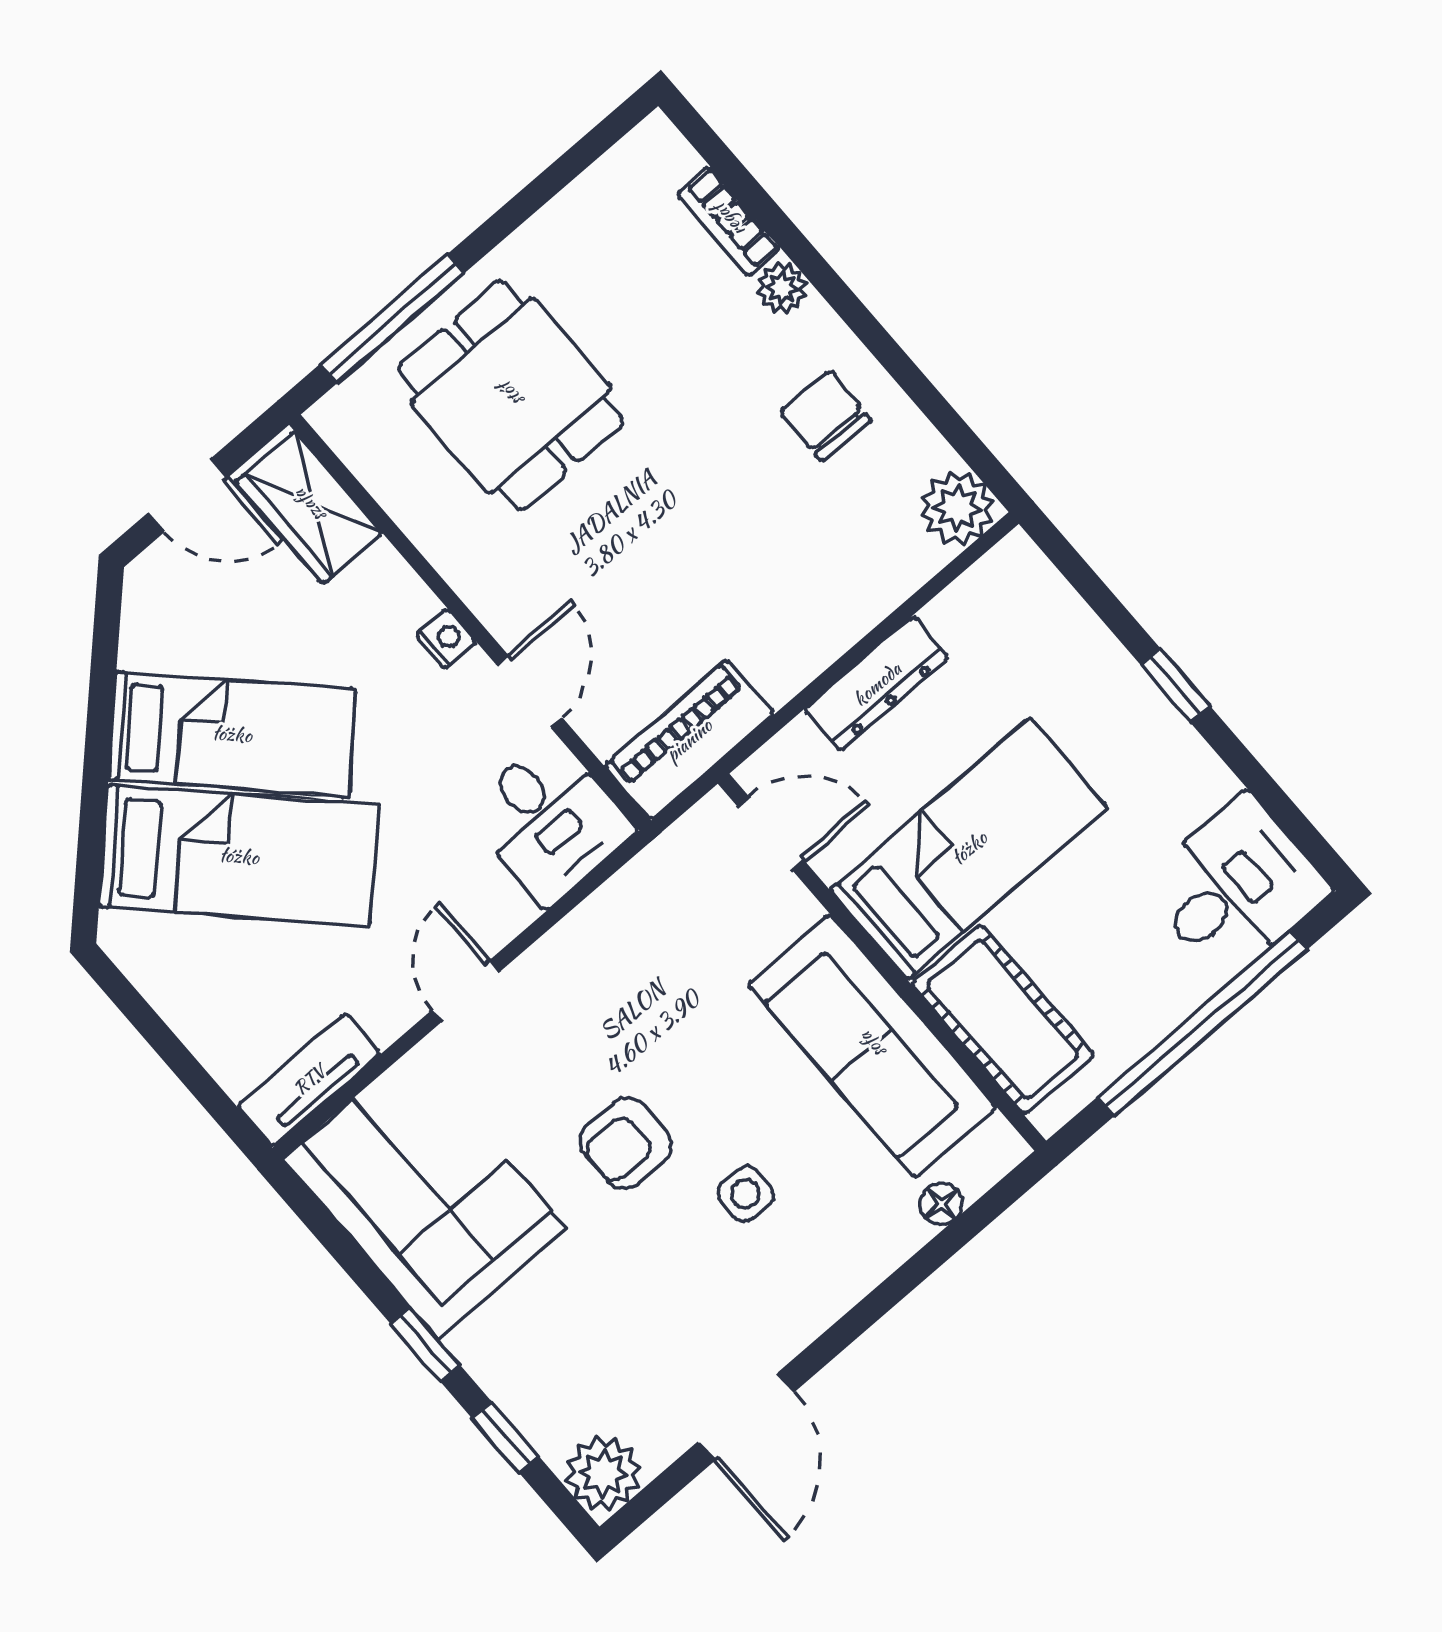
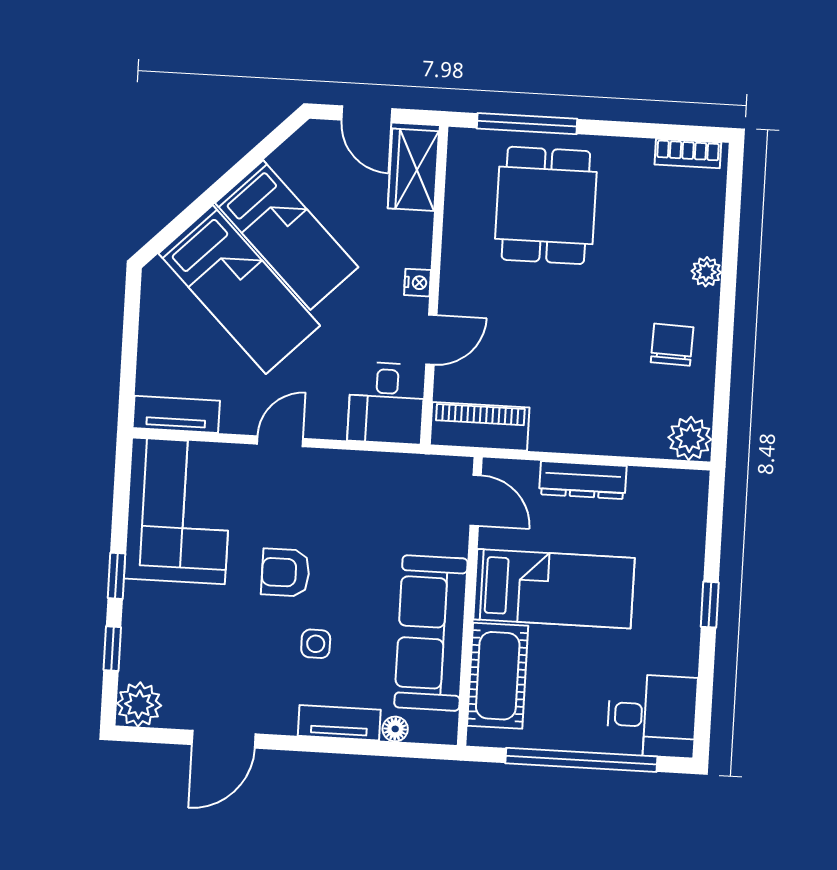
bookcase: (729, 221) -> (688, 154), moved, turned -90
tv unit: (866, 1262) -> (339, 723), added

